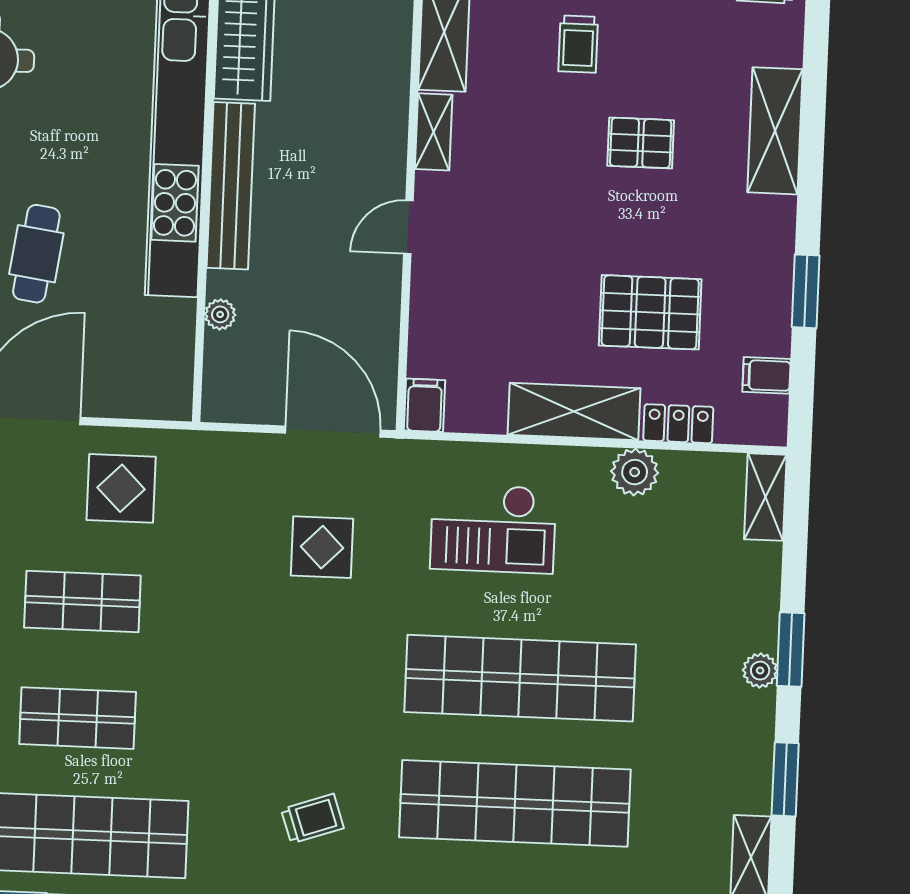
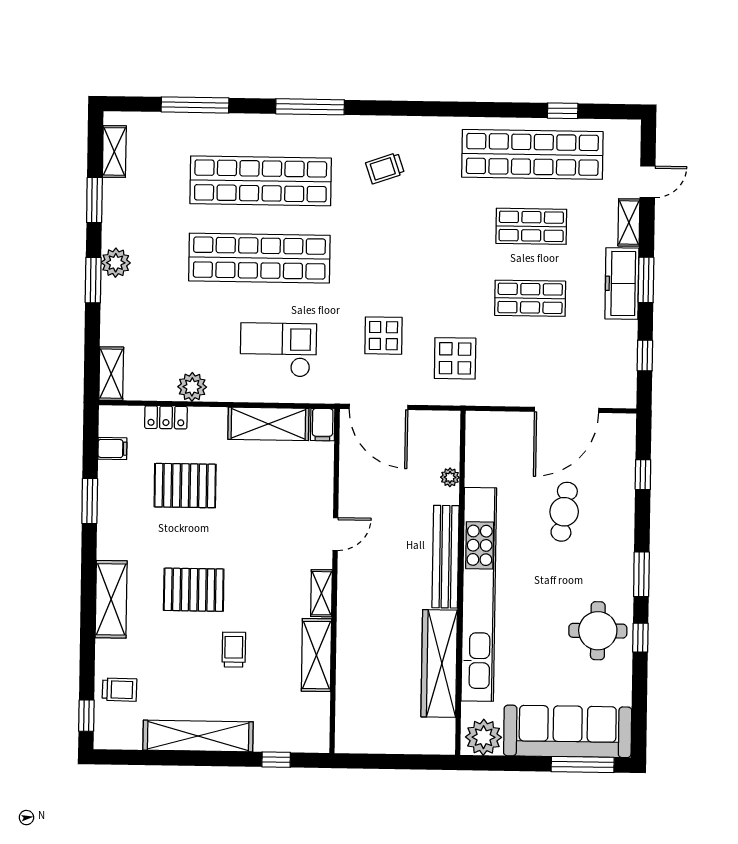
pallet: (641, 143) -> (194, 590), width x1.50, depth x1.42
shelving: (574, 411) -> (268, 424), moved
display table: (121, 488) -> (455, 358), moved
plant: (760, 671) -> (116, 263), width x1.38, depth x1.38

